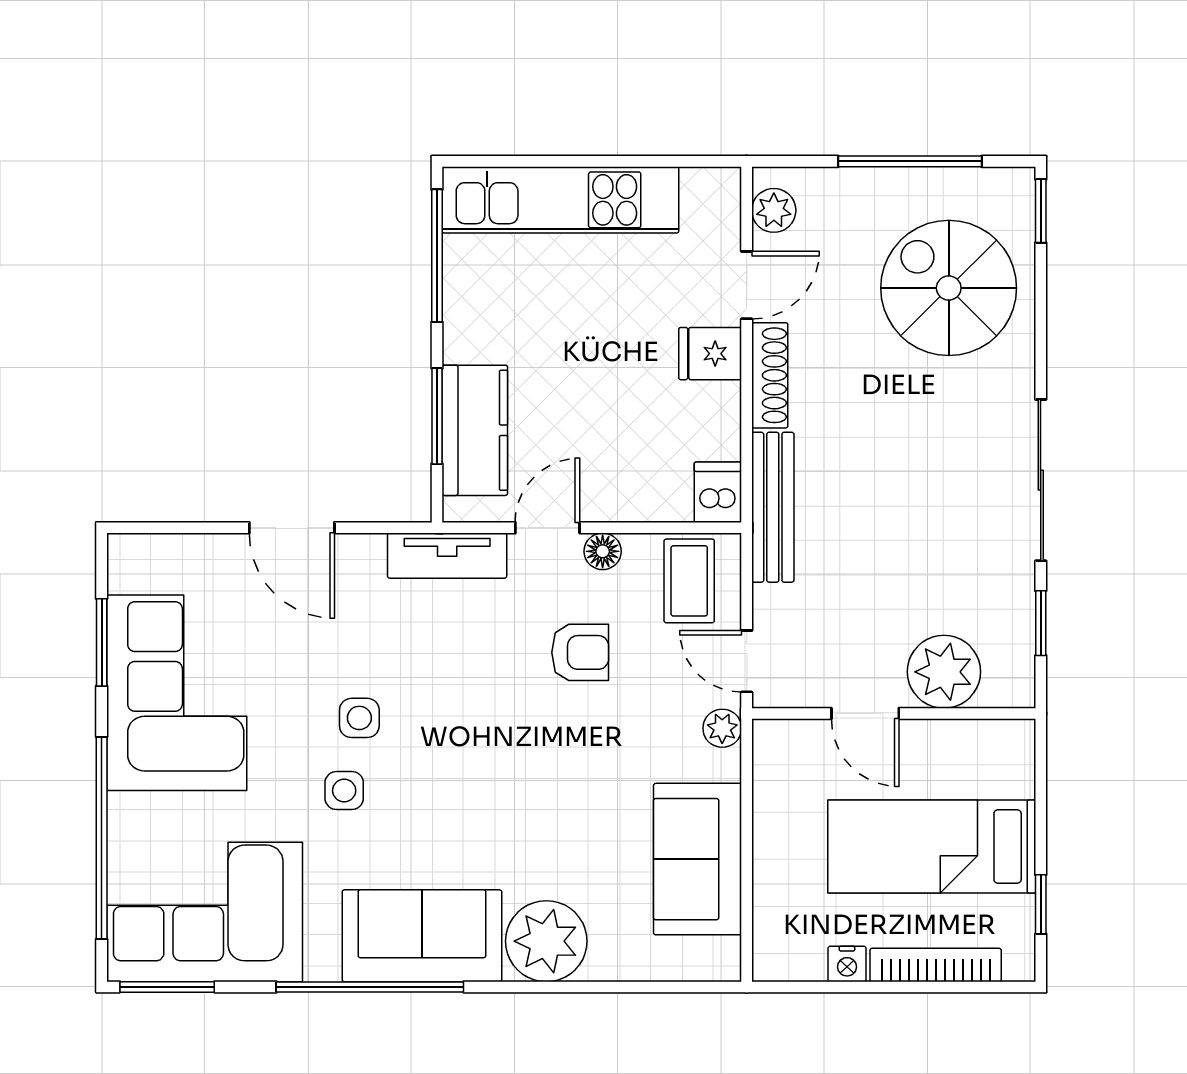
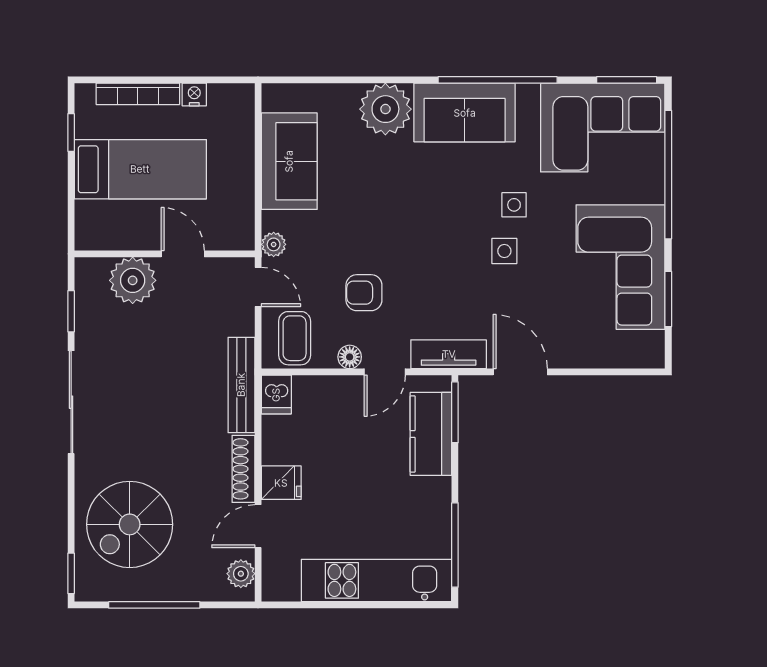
spiral stairs: (949, 288) -> (130, 524), turned 90
window: (437, 416) -> (455, 412), moved
door: (292, 528) -> (520, 372), moved

